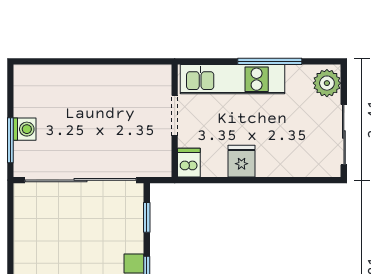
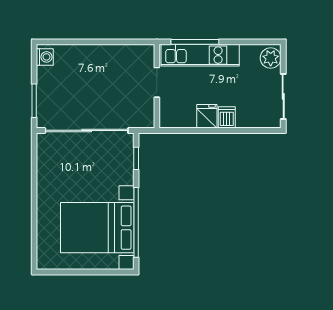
window: (270, 61) -> (195, 42), moved
washing machine: (25, 129) -> (45, 57), moved
dishwasher: (189, 163) -> (227, 117), moved

